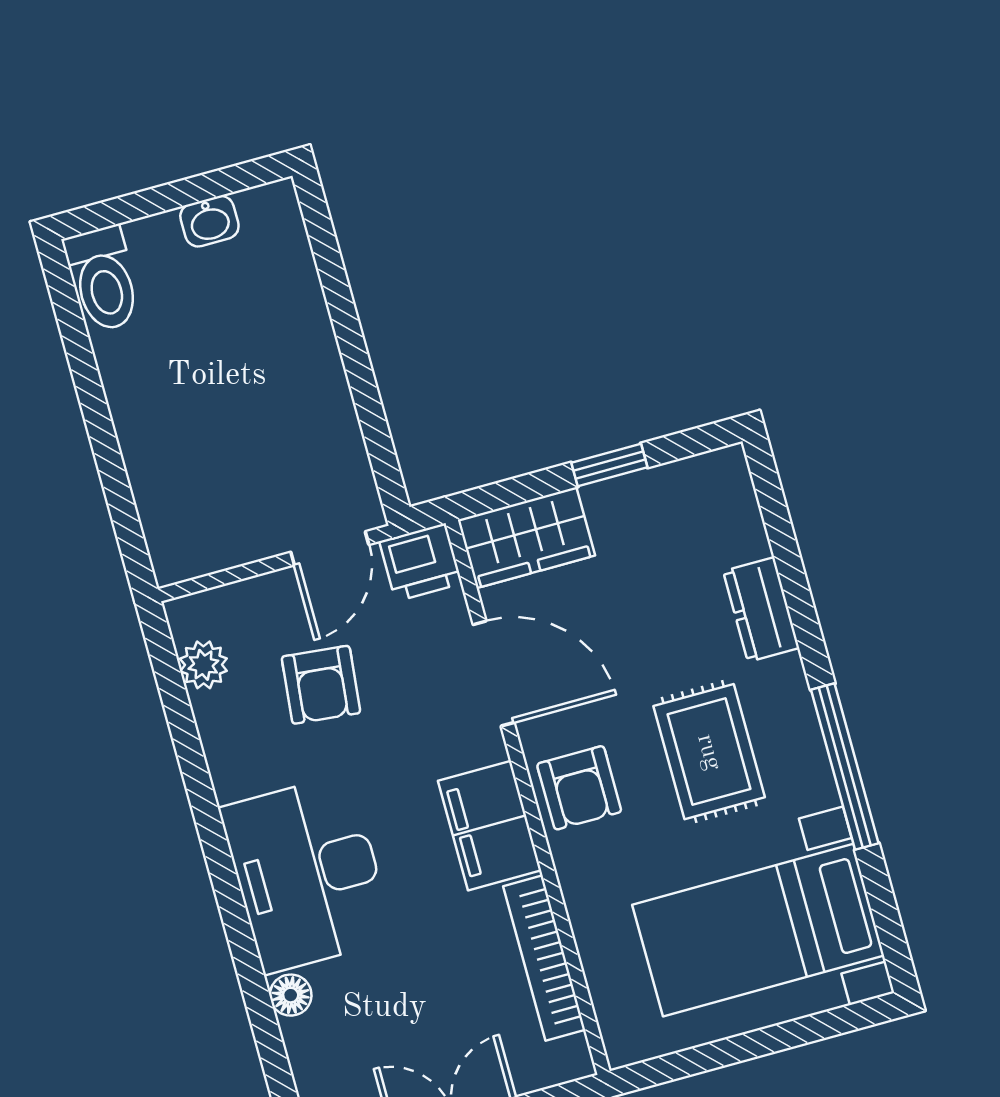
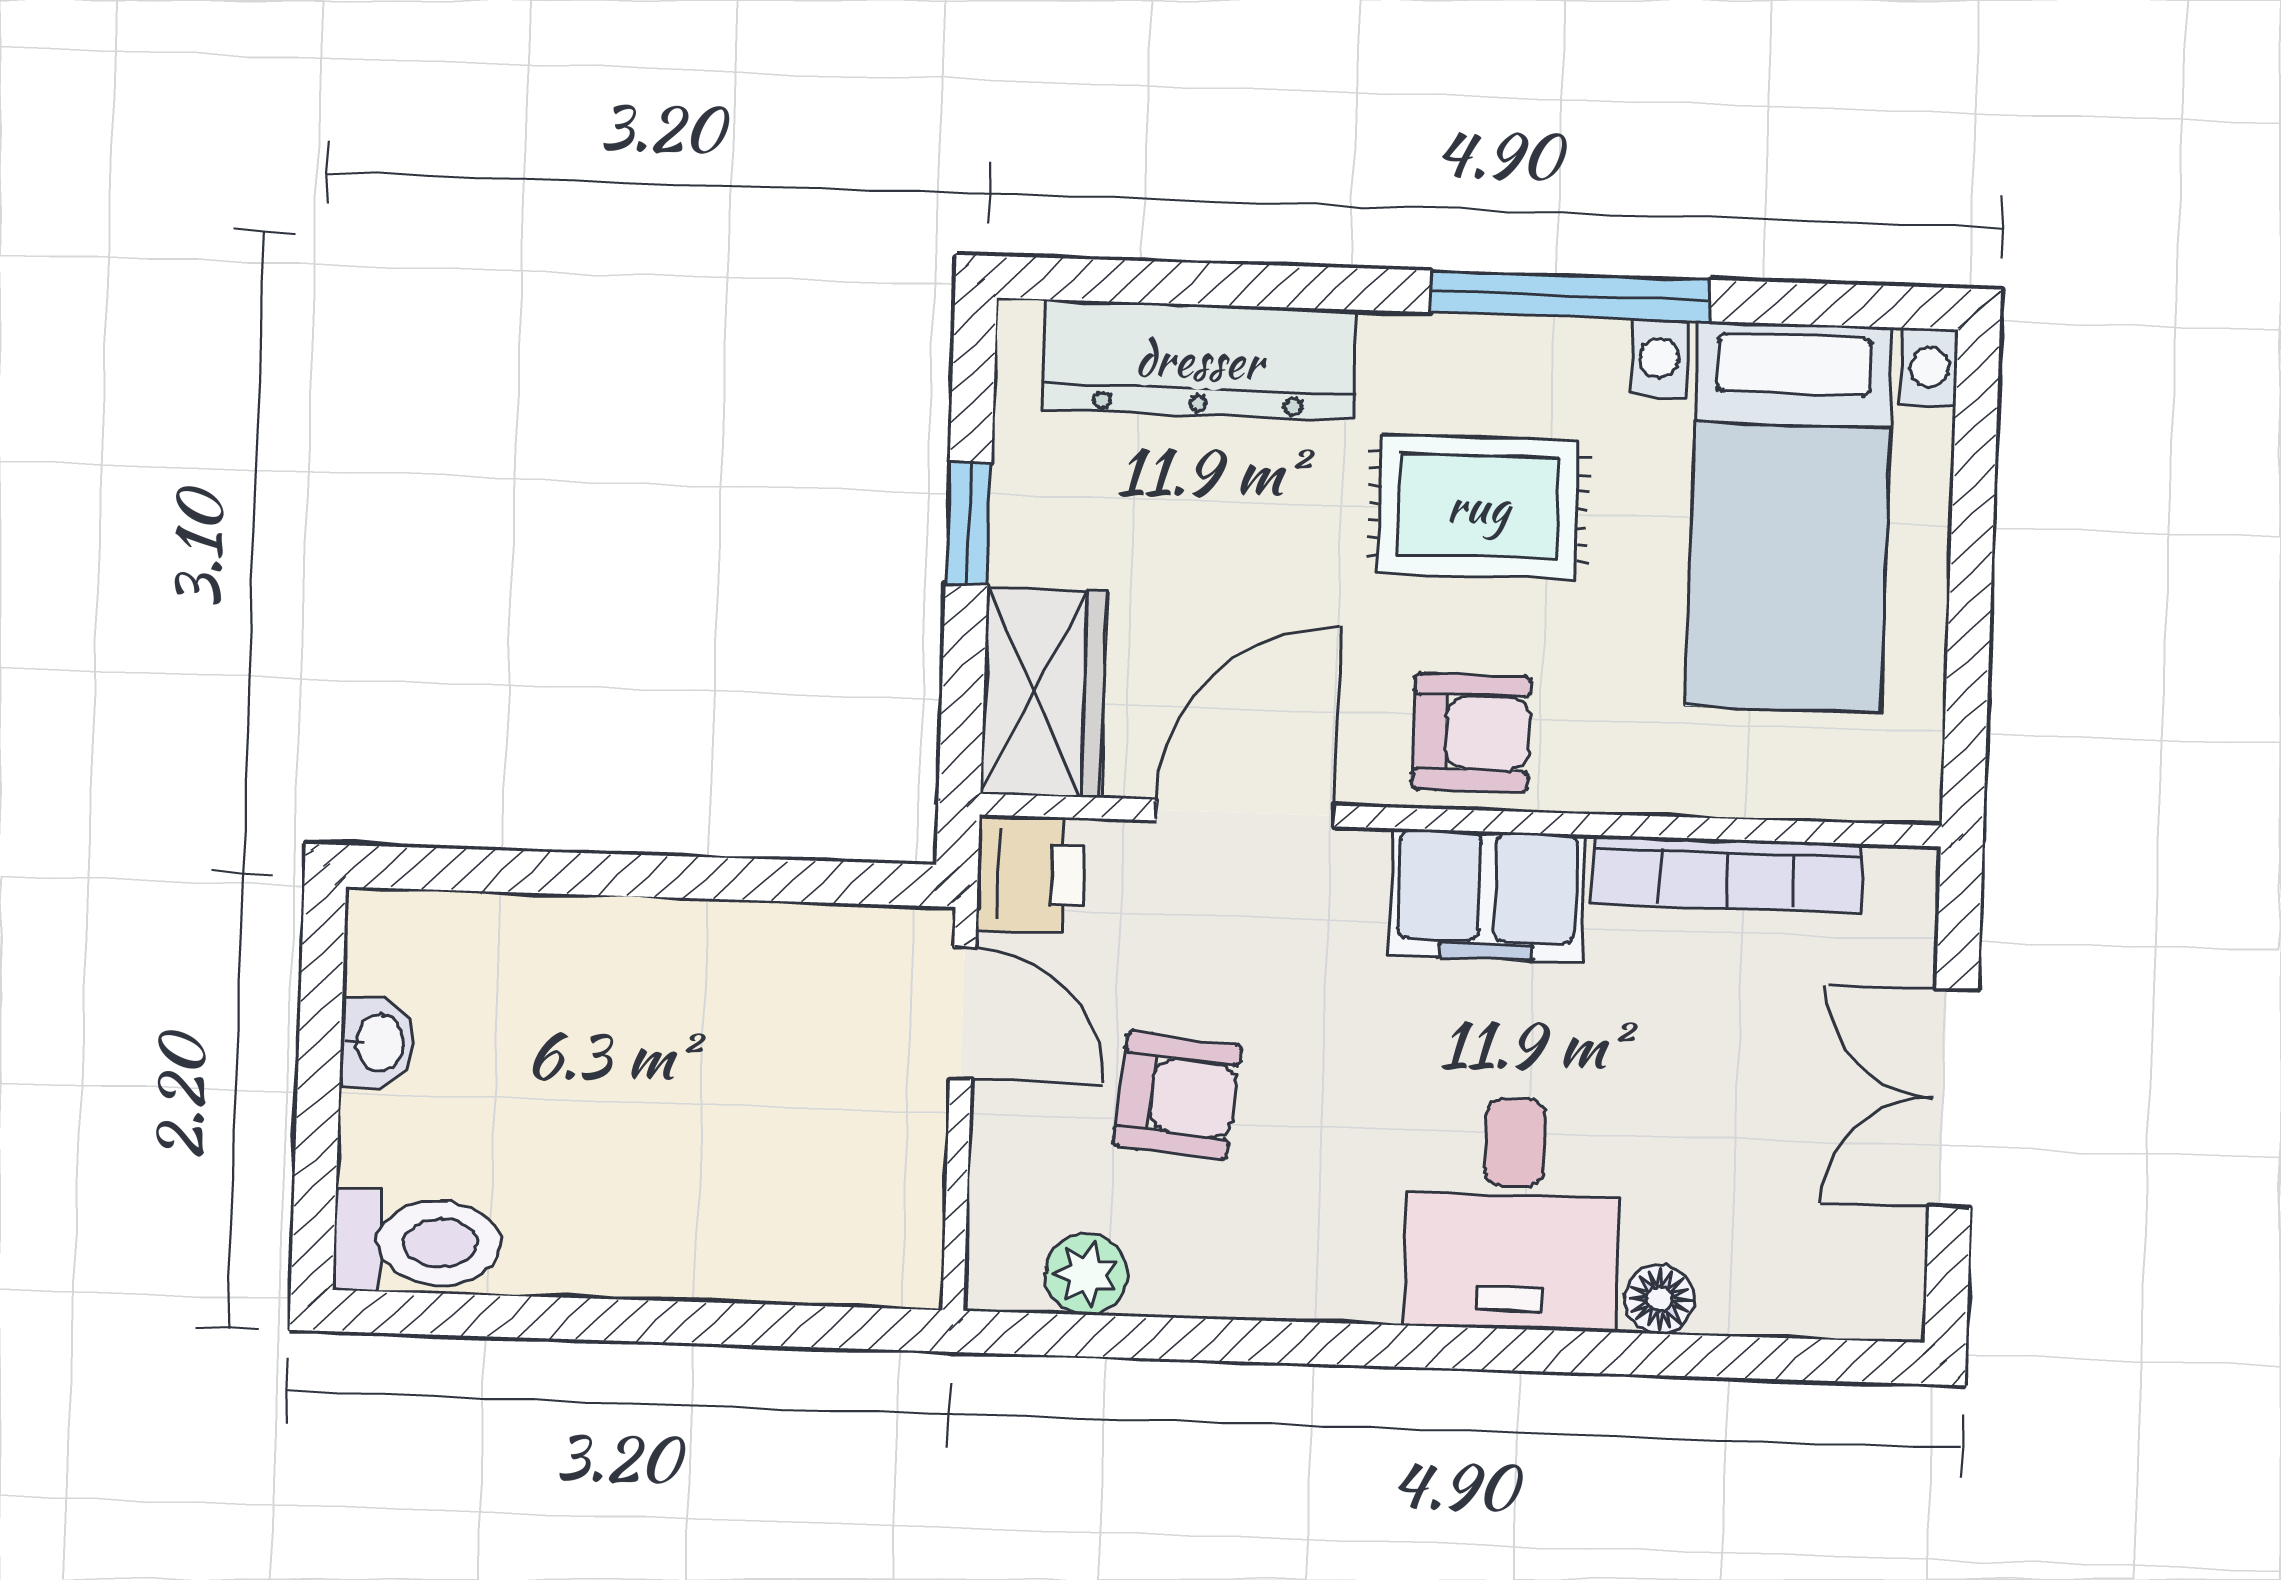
dresser: (761, 609) -> (1199, 360), width x1.96, depth x1.24
desk: (307, 874) -> (1513, 1214), width x0.73

